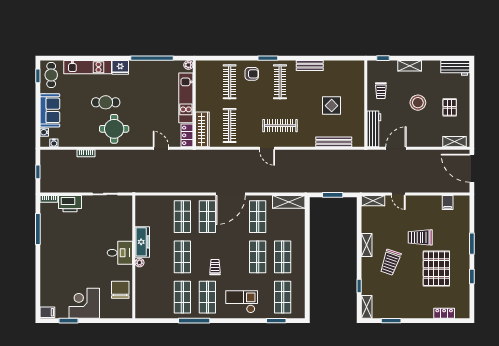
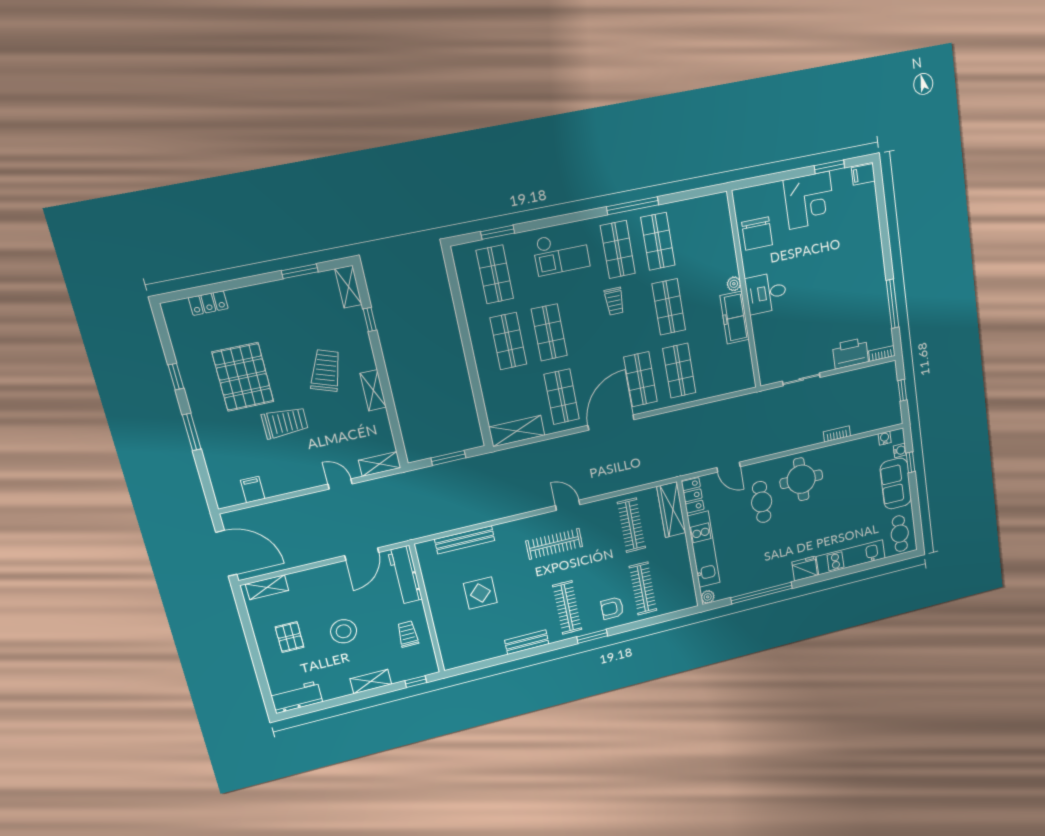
window: (38, 76) -> (911, 462), moved
cafe table: (106, 102) -> (762, 502), moved, turned 90

